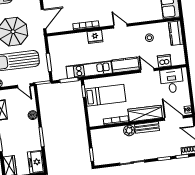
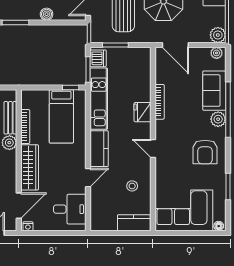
door: (120, 26) -> (153, 148), swing flipped
dishwasher: (164, 61) -> (98, 58), moved
bench: (147, 127) -> (10, 118), moved

